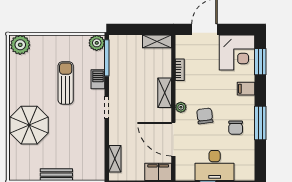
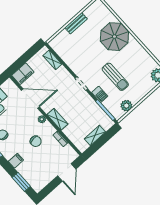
shelving: (157, 41) -> (95, 135), moved
plant: (97, 43) -> (126, 106), moved
corner desk: (237, 53) -> (38, 176), removed
chair: (205, 116) -> (36, 141), moved

